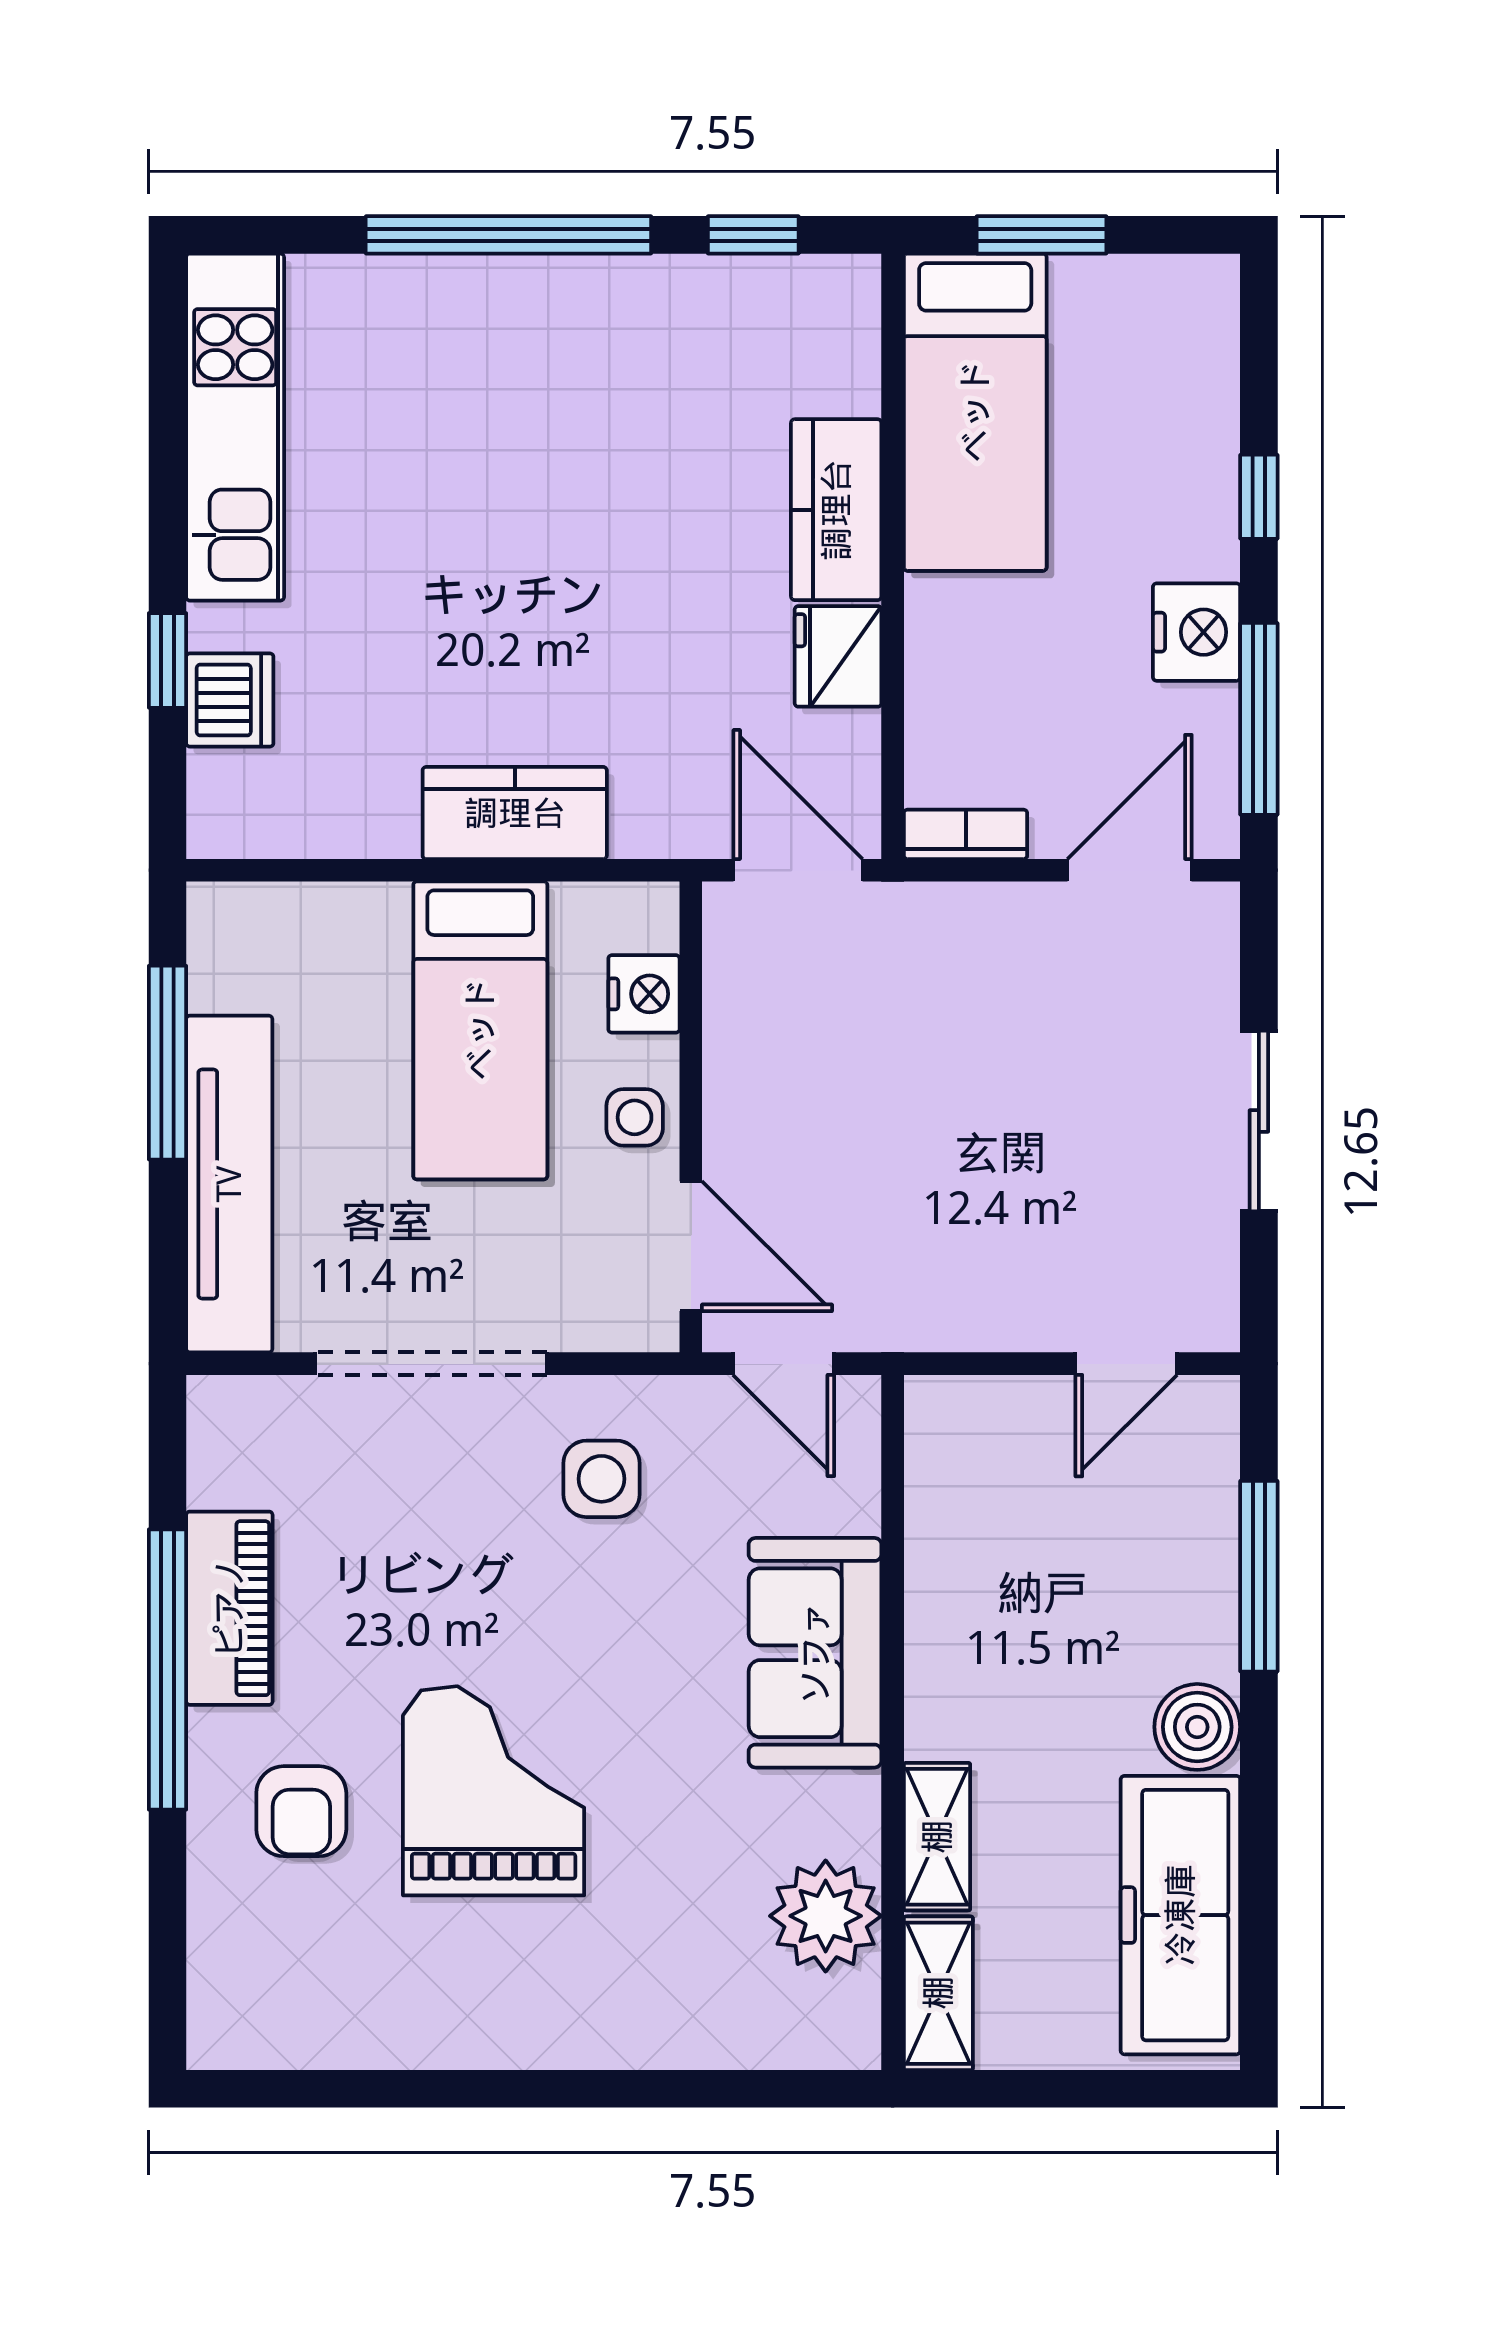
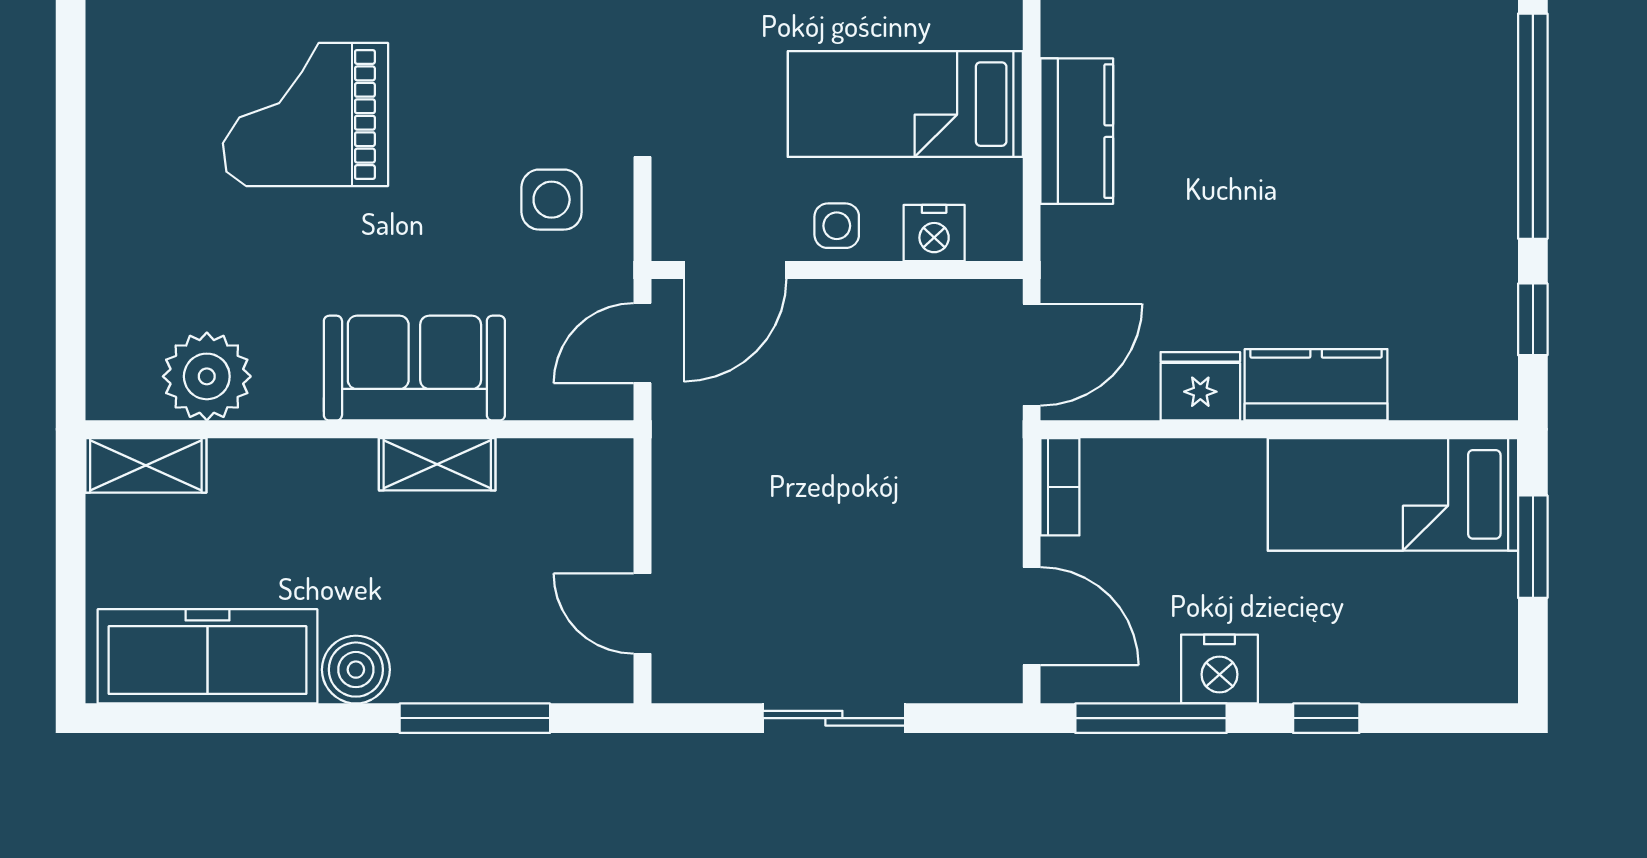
grand piano: (494, 1791) -> (305, 114), turned 180
shelving: (937, 1837) -> (437, 464), moved

